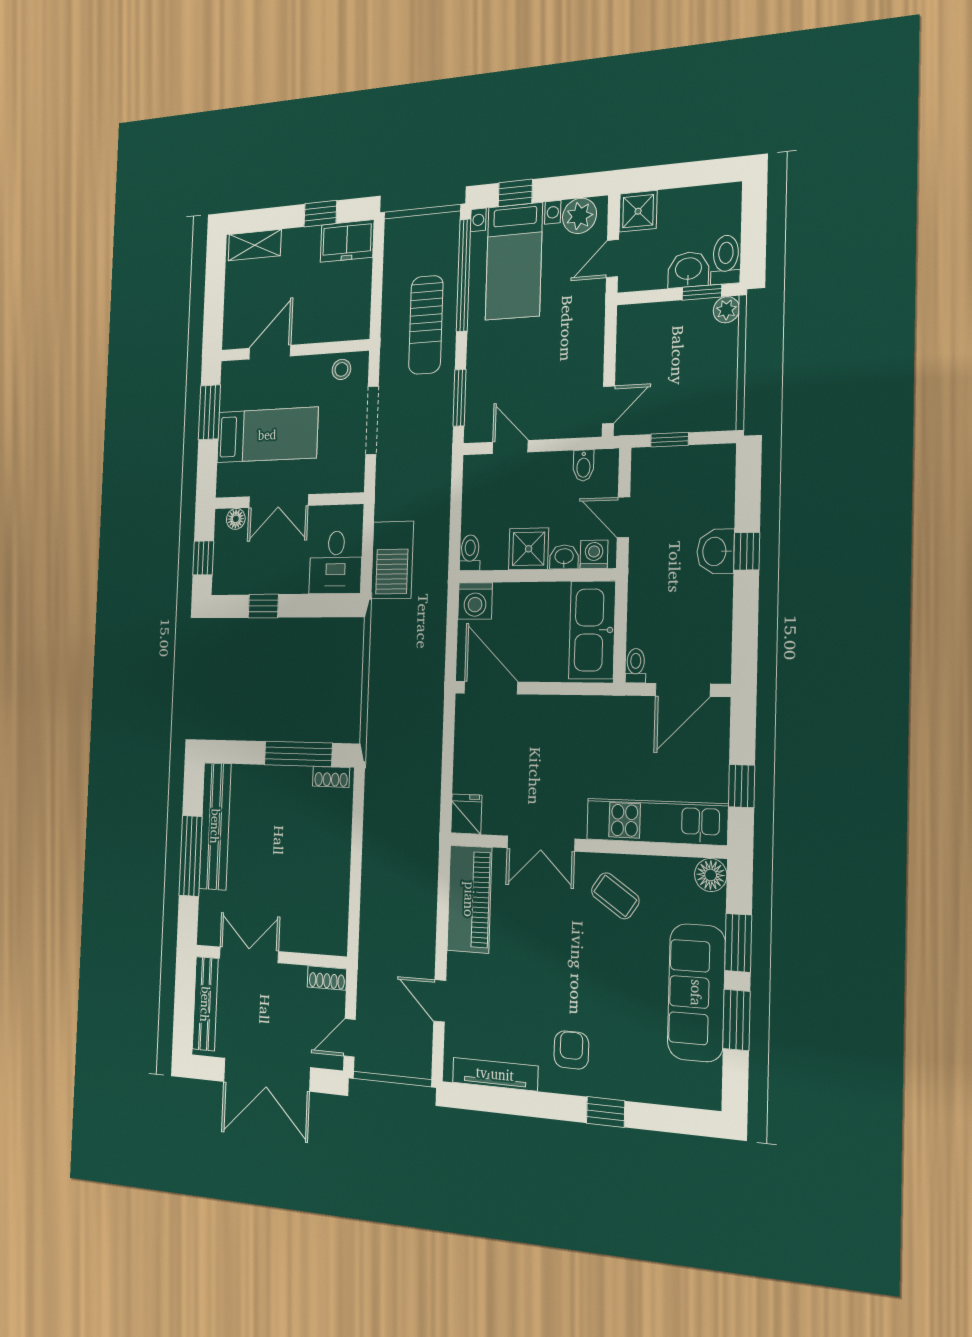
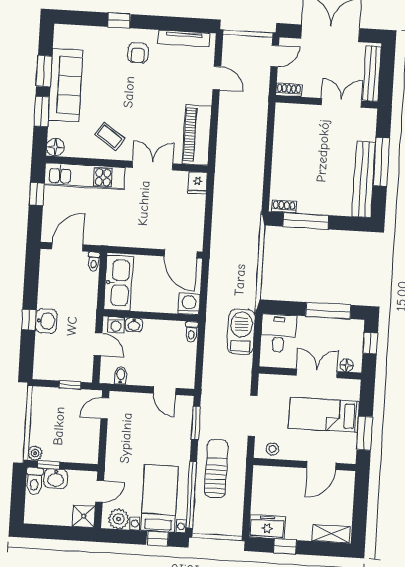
shower: (529, 549) -> (155, 331), removed
window: (263, 606) -> (328, 311), width x2.17
double door: (249, 955) -> (341, 103), swing flipped

